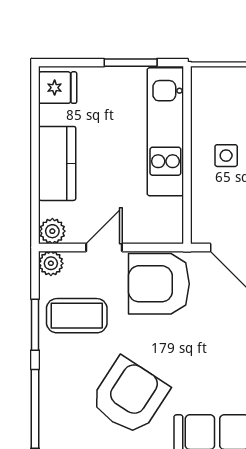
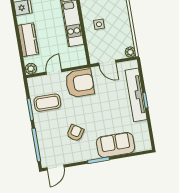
plant: (51, 263) -> (33, 82), removed
armchair: (159, 284) -> (80, 83), turned 180
armchair: (129, 396) -> (75, 133), width x0.53, depth x0.53

